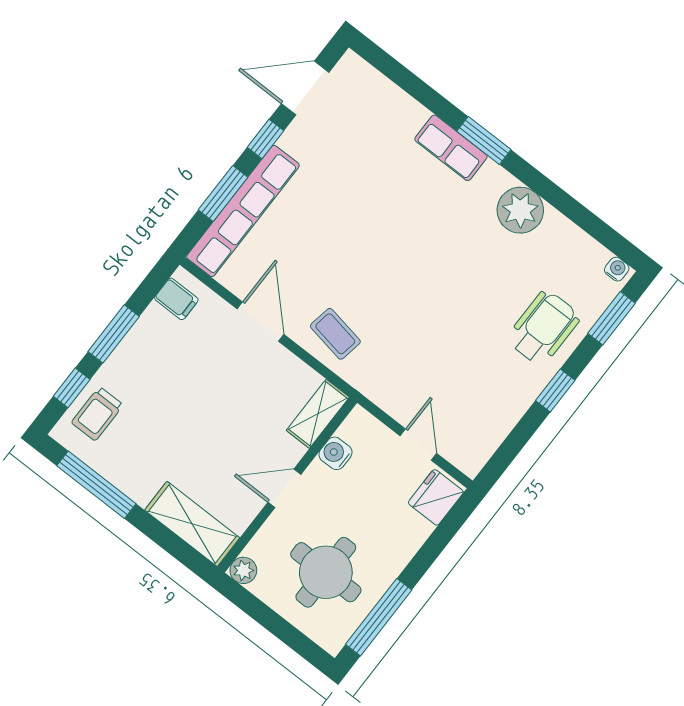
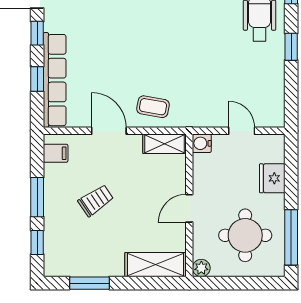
window: (223, 194) -> (37, 79), width x0.67
trolley: (97, 414) -> (96, 200), moved, turned -124
shelving: (318, 414) -> (164, 144), moved, turned 90
water cooler: (336, 453) -> (202, 143), moved
window: (96, 485) -> (90, 283), width x0.69
fridge: (436, 497) -> (272, 178), moved

